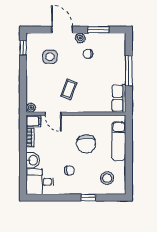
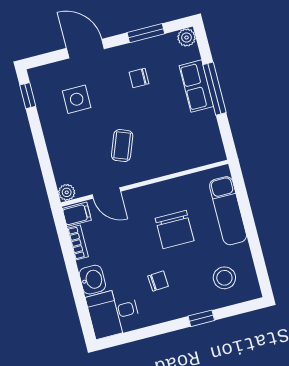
plant: (80, 38) -> (187, 37), moved
row of seats: (119, 98) -> (196, 86), moved

